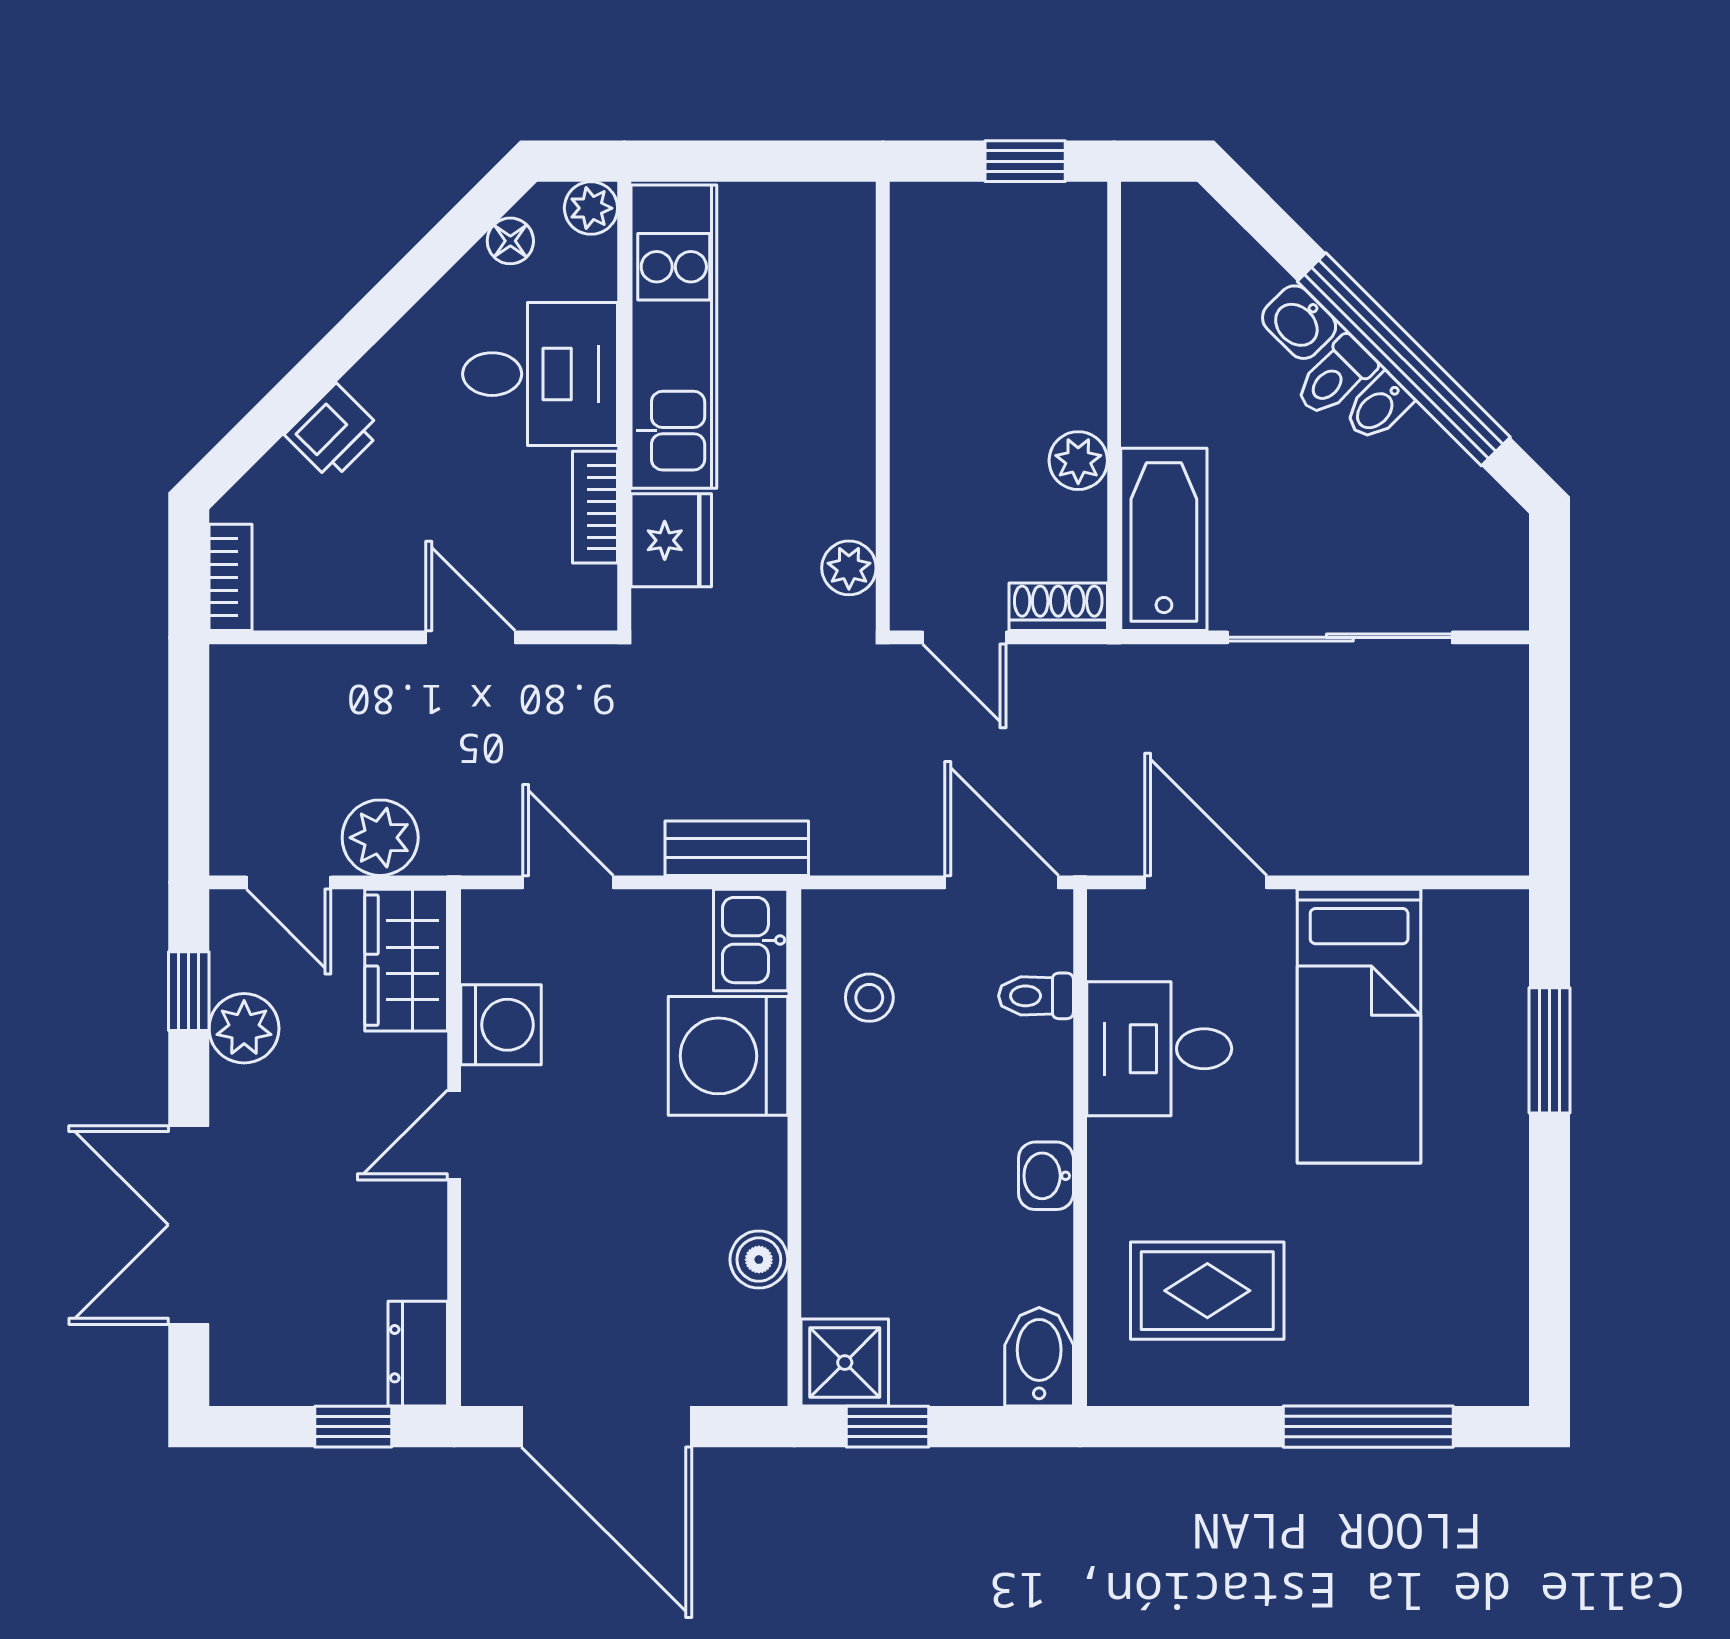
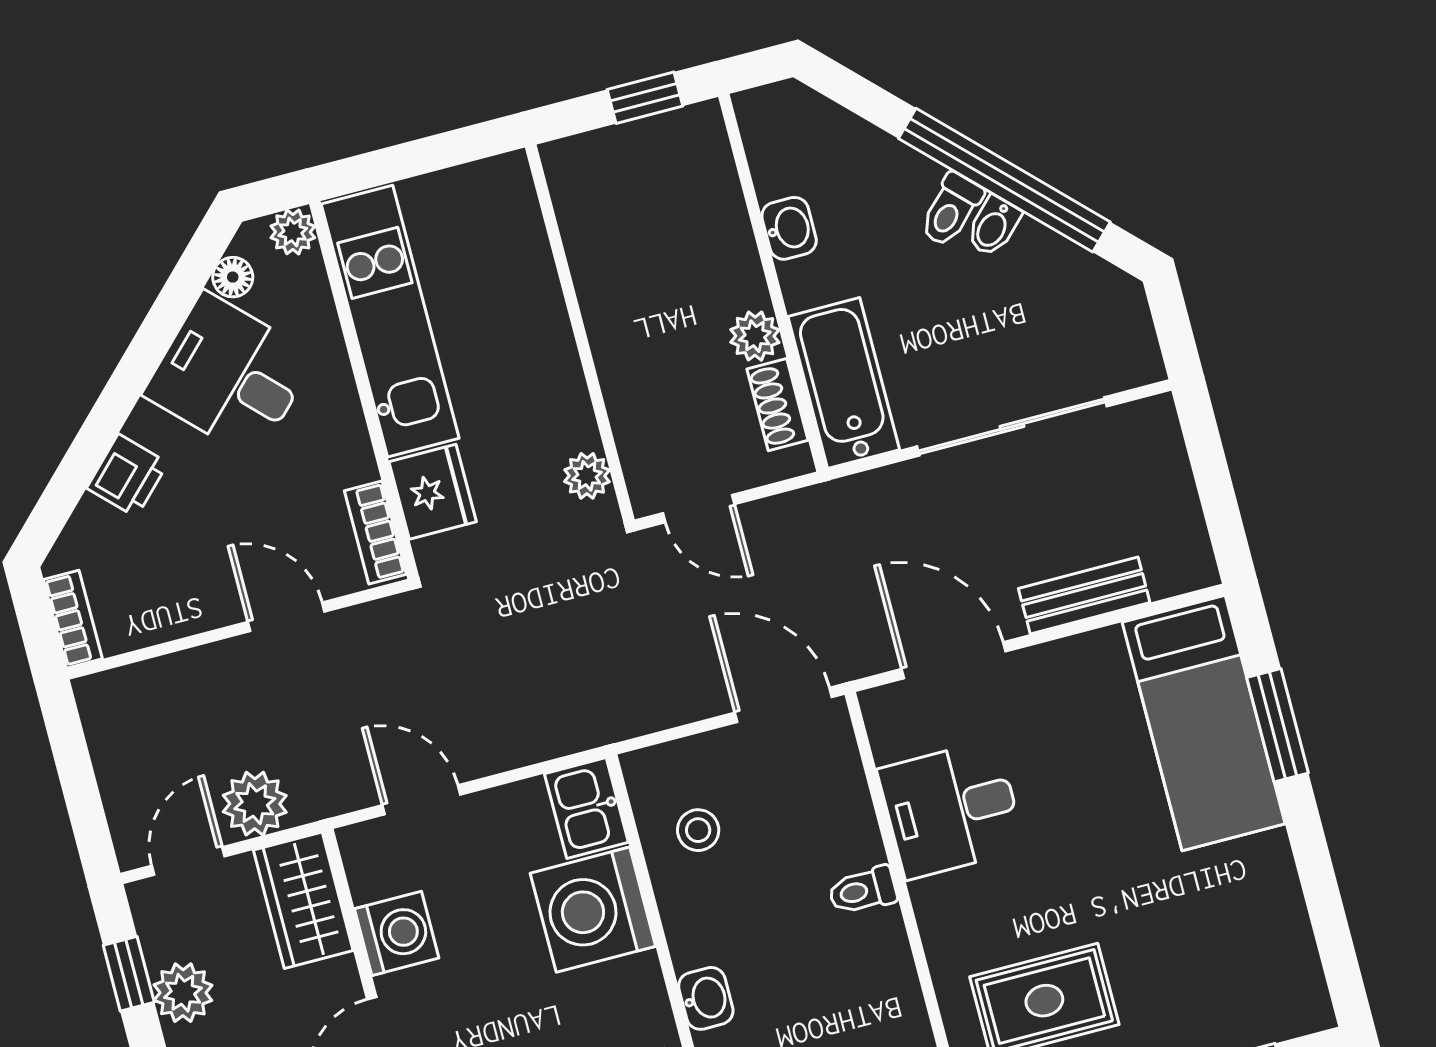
washbasin: (1299, 322) -> (789, 228), moved, turned -135
desk: (540, 374) -> (230, 375), moved, turned -135
bookcase: (595, 507) -> (375, 532), moved
shoe rack: (1058, 607) -> (778, 405), moved, turned -90
bench: (737, 848) -> (1084, 595), moved
door: (289, 882) -> (188, 861), swing flipped
toilet: (1036, 996) -> (863, 890), moved
bed: (1359, 1026) -> (1204, 723), moved
washbasin: (1046, 1176) -> (706, 998), moved, turned 180

